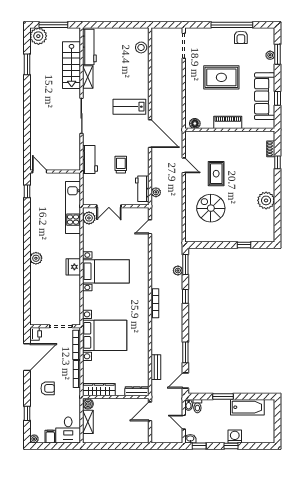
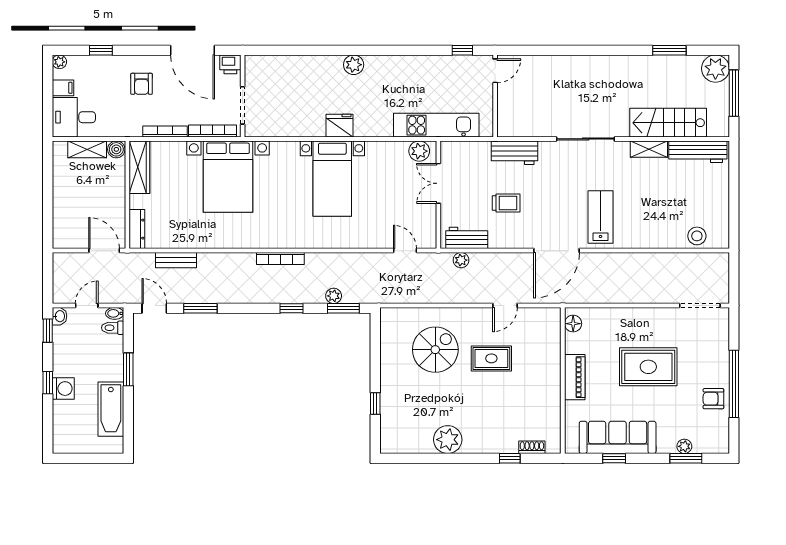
rug: (221, 77) -> (648, 367), turned 90

